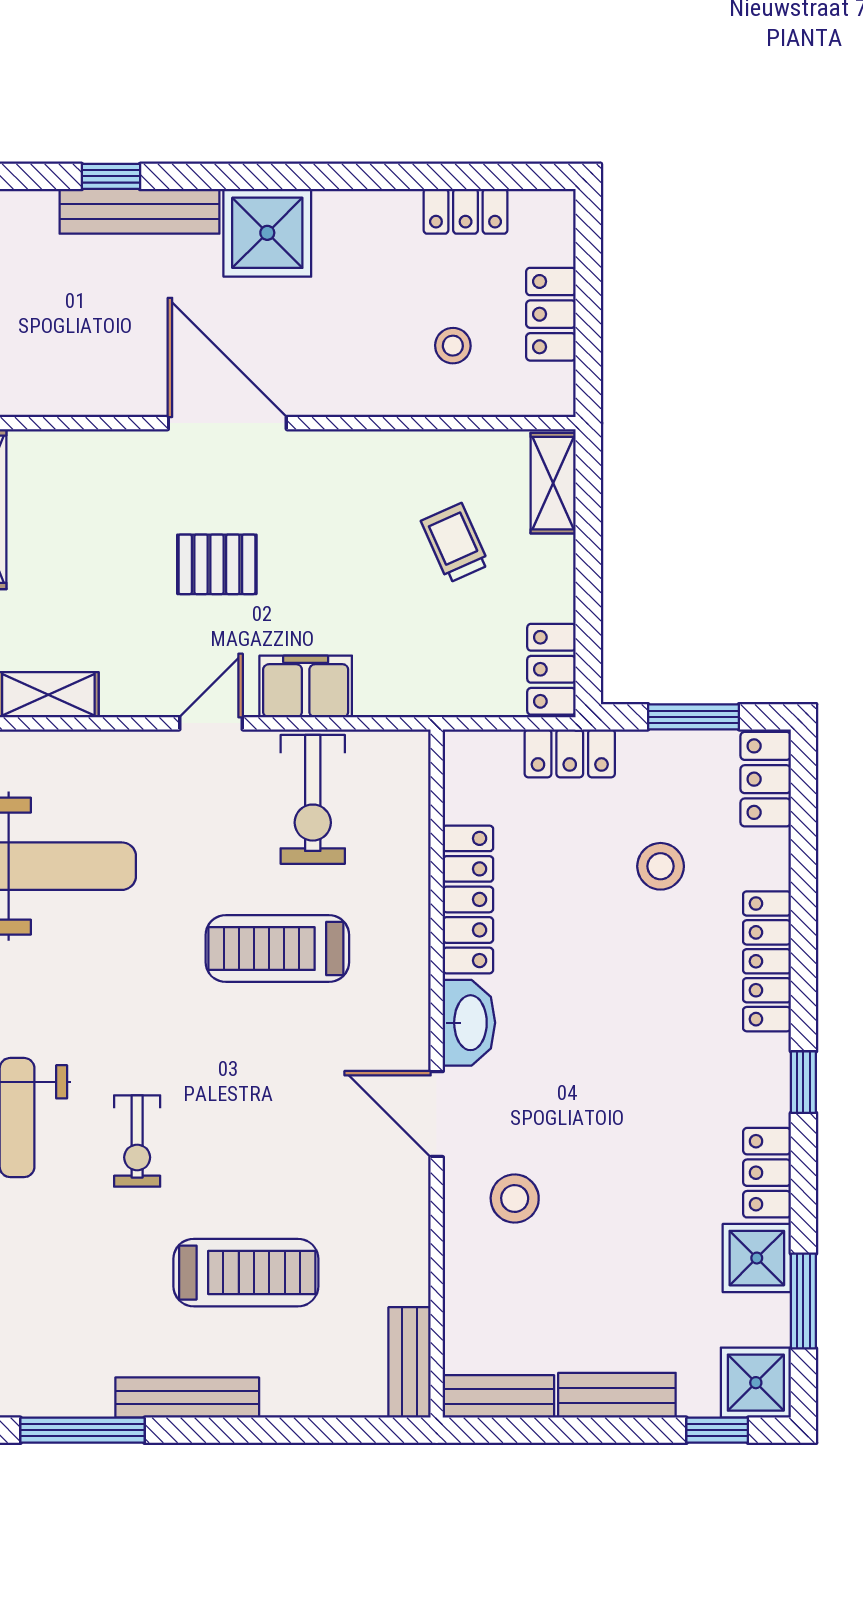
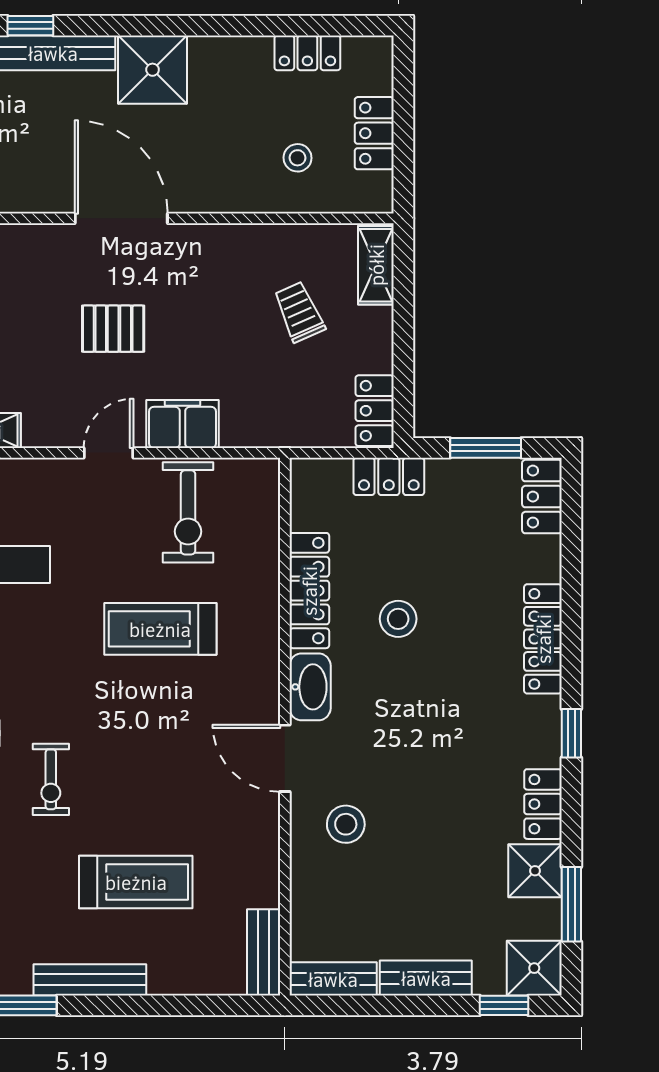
stool: (661, 866) -> (398, 619), moved

